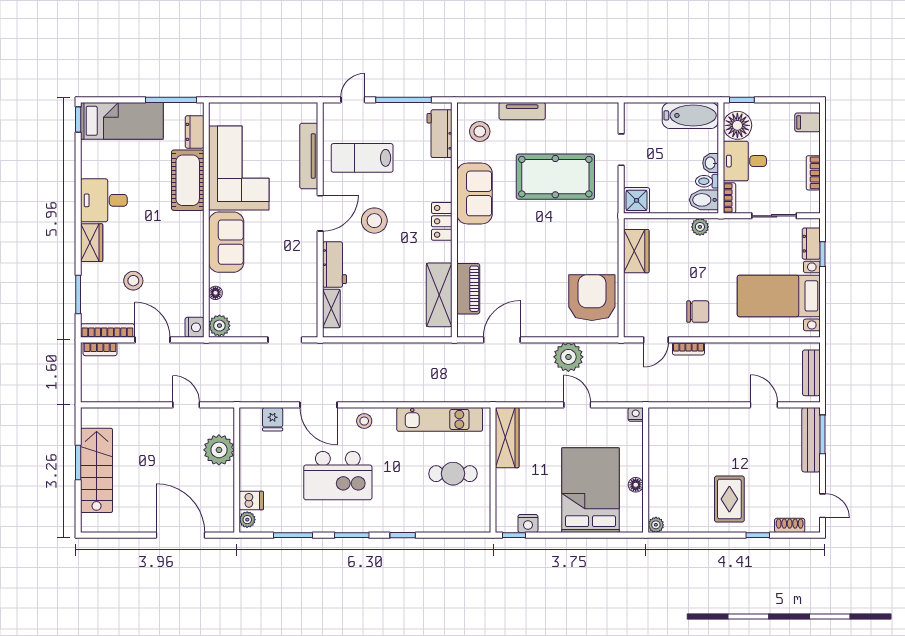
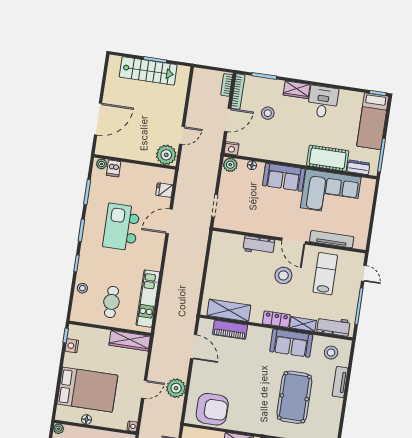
shelving: (331, 309) -> (303, 324), moved
stool: (364, 421) -> (82, 288), moved
plant: (219, 450) -> (166, 155), moved

